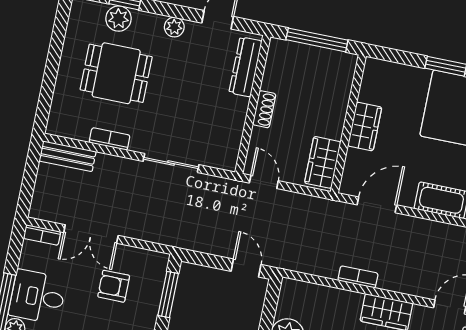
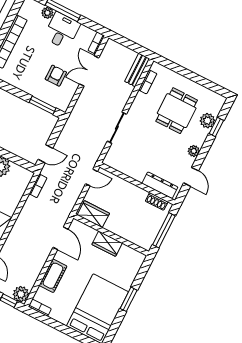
shoe rack: (264, 109) -> (157, 201), moved
bookcase: (110, 139) -> (148, 82), moved
bookcase: (358, 277) -> (38, 186), moved

